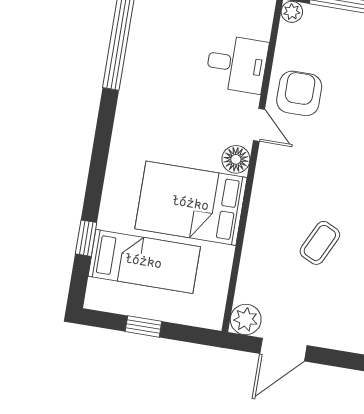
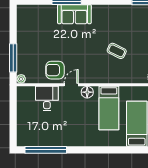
bed: (191, 203) -> (109, 108), width x0.67
window: (86, 238) -> (131, 150), removed

